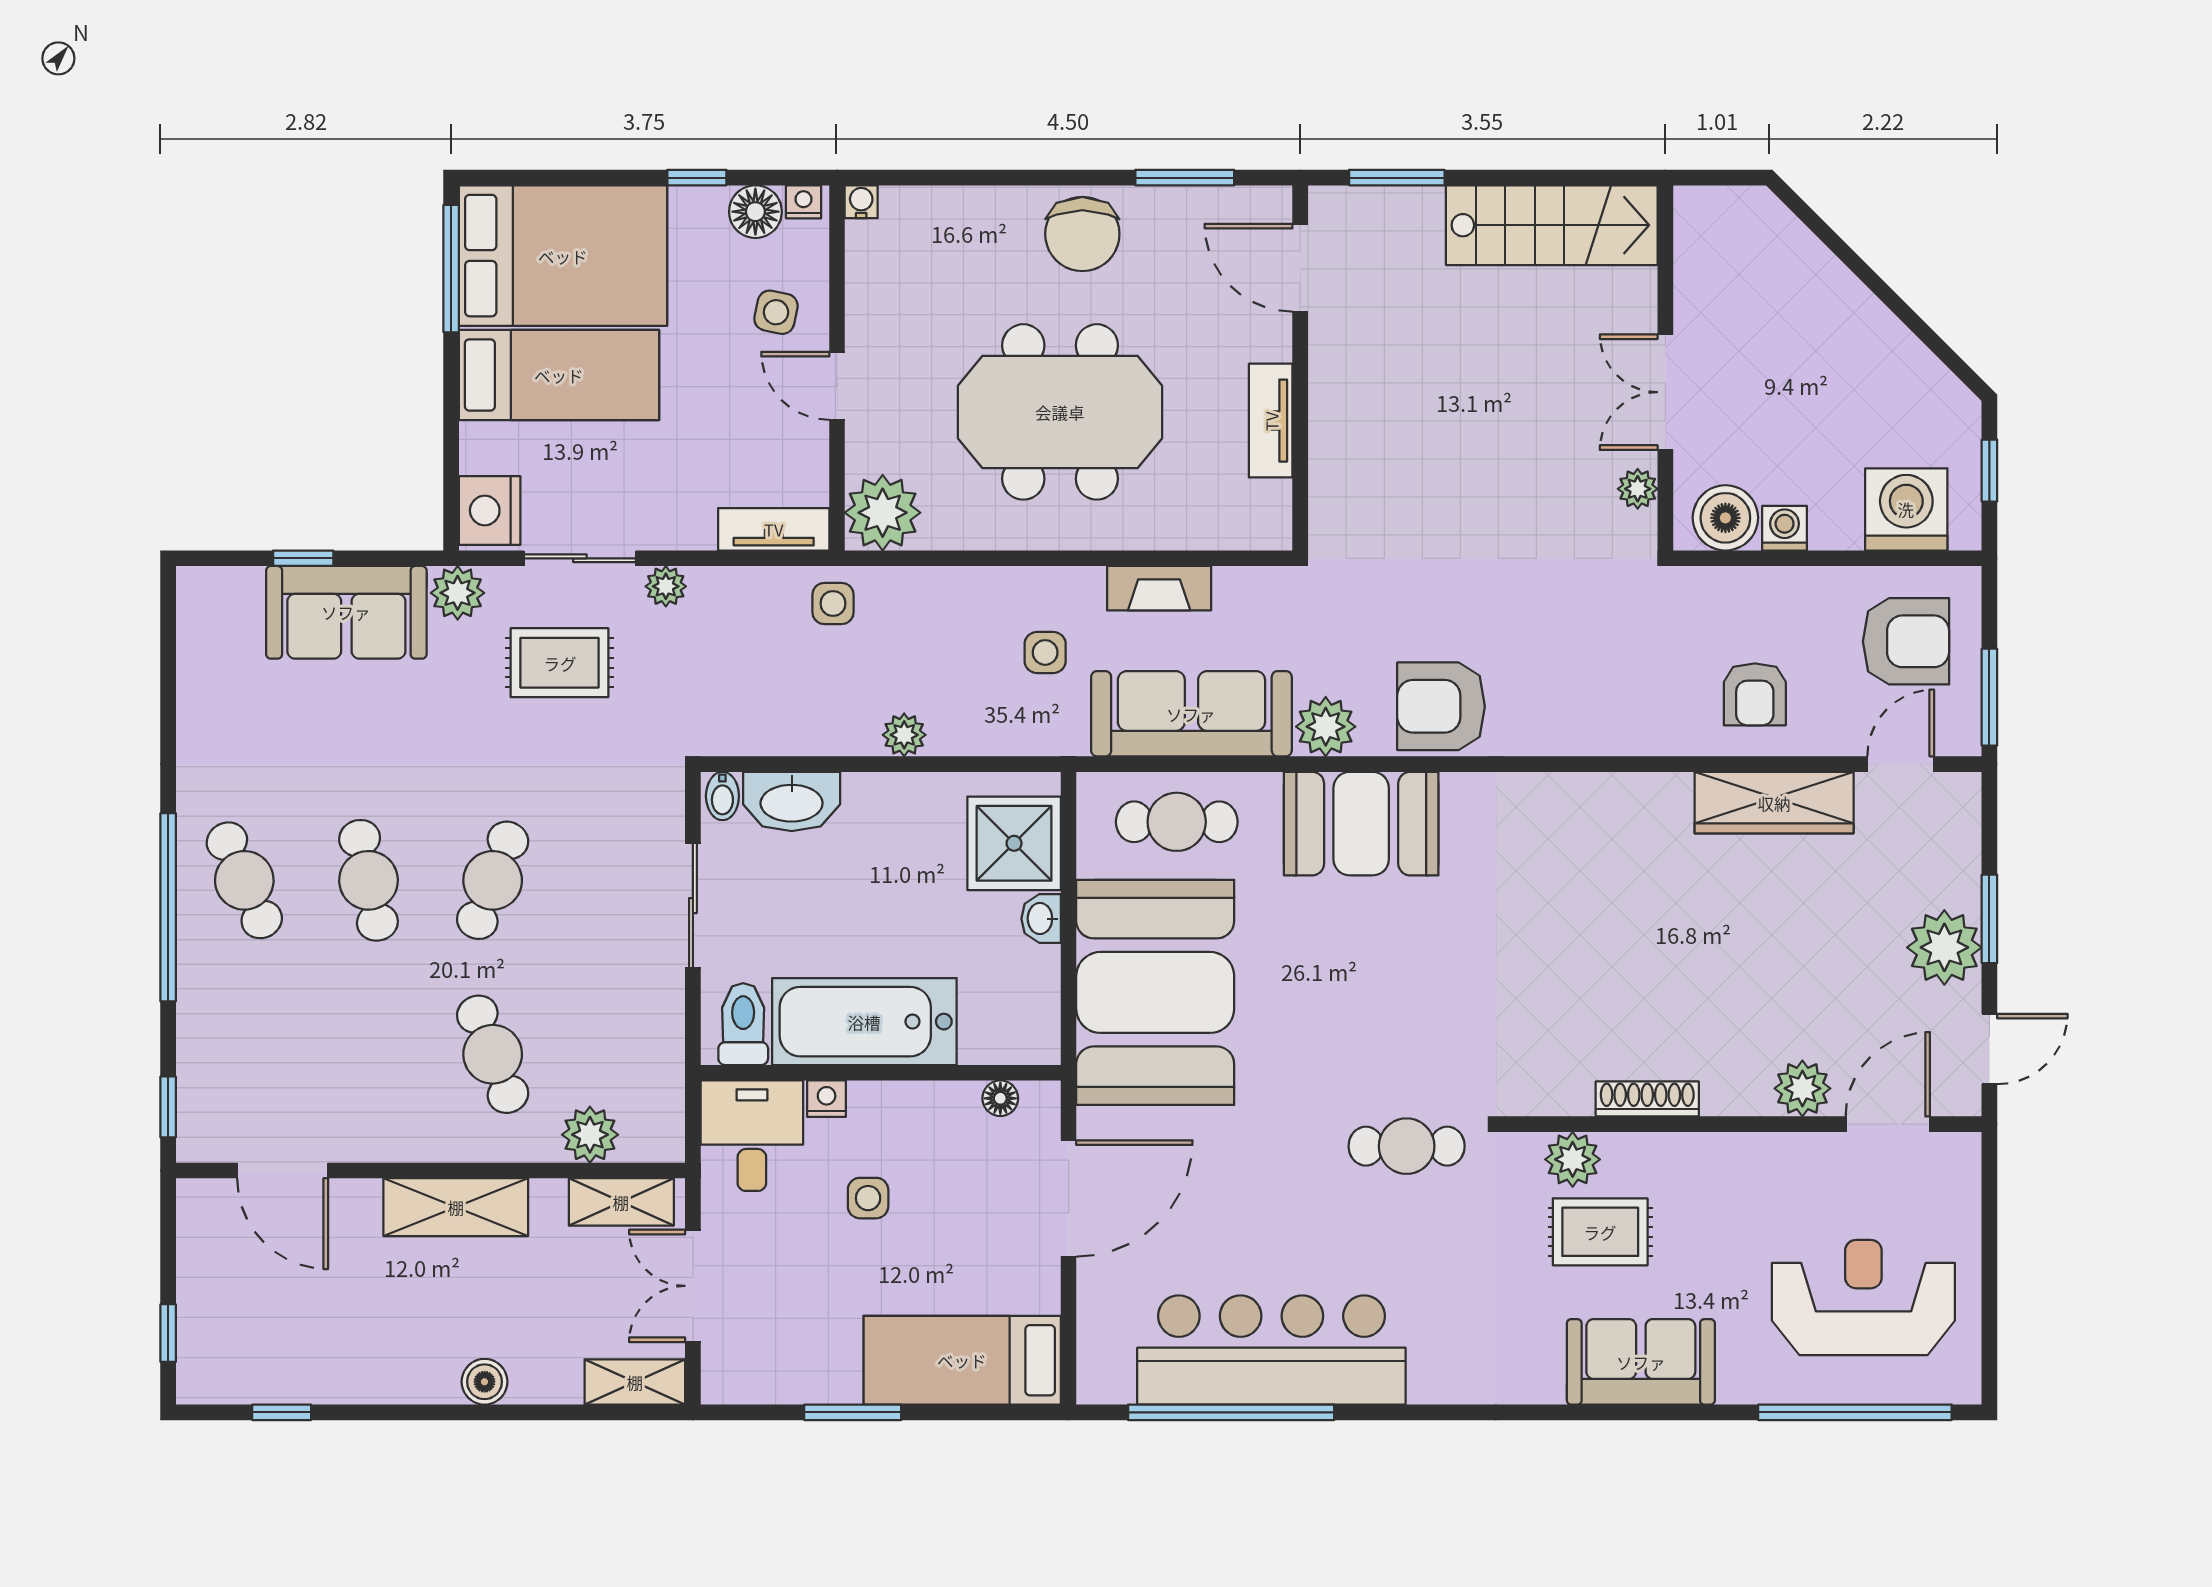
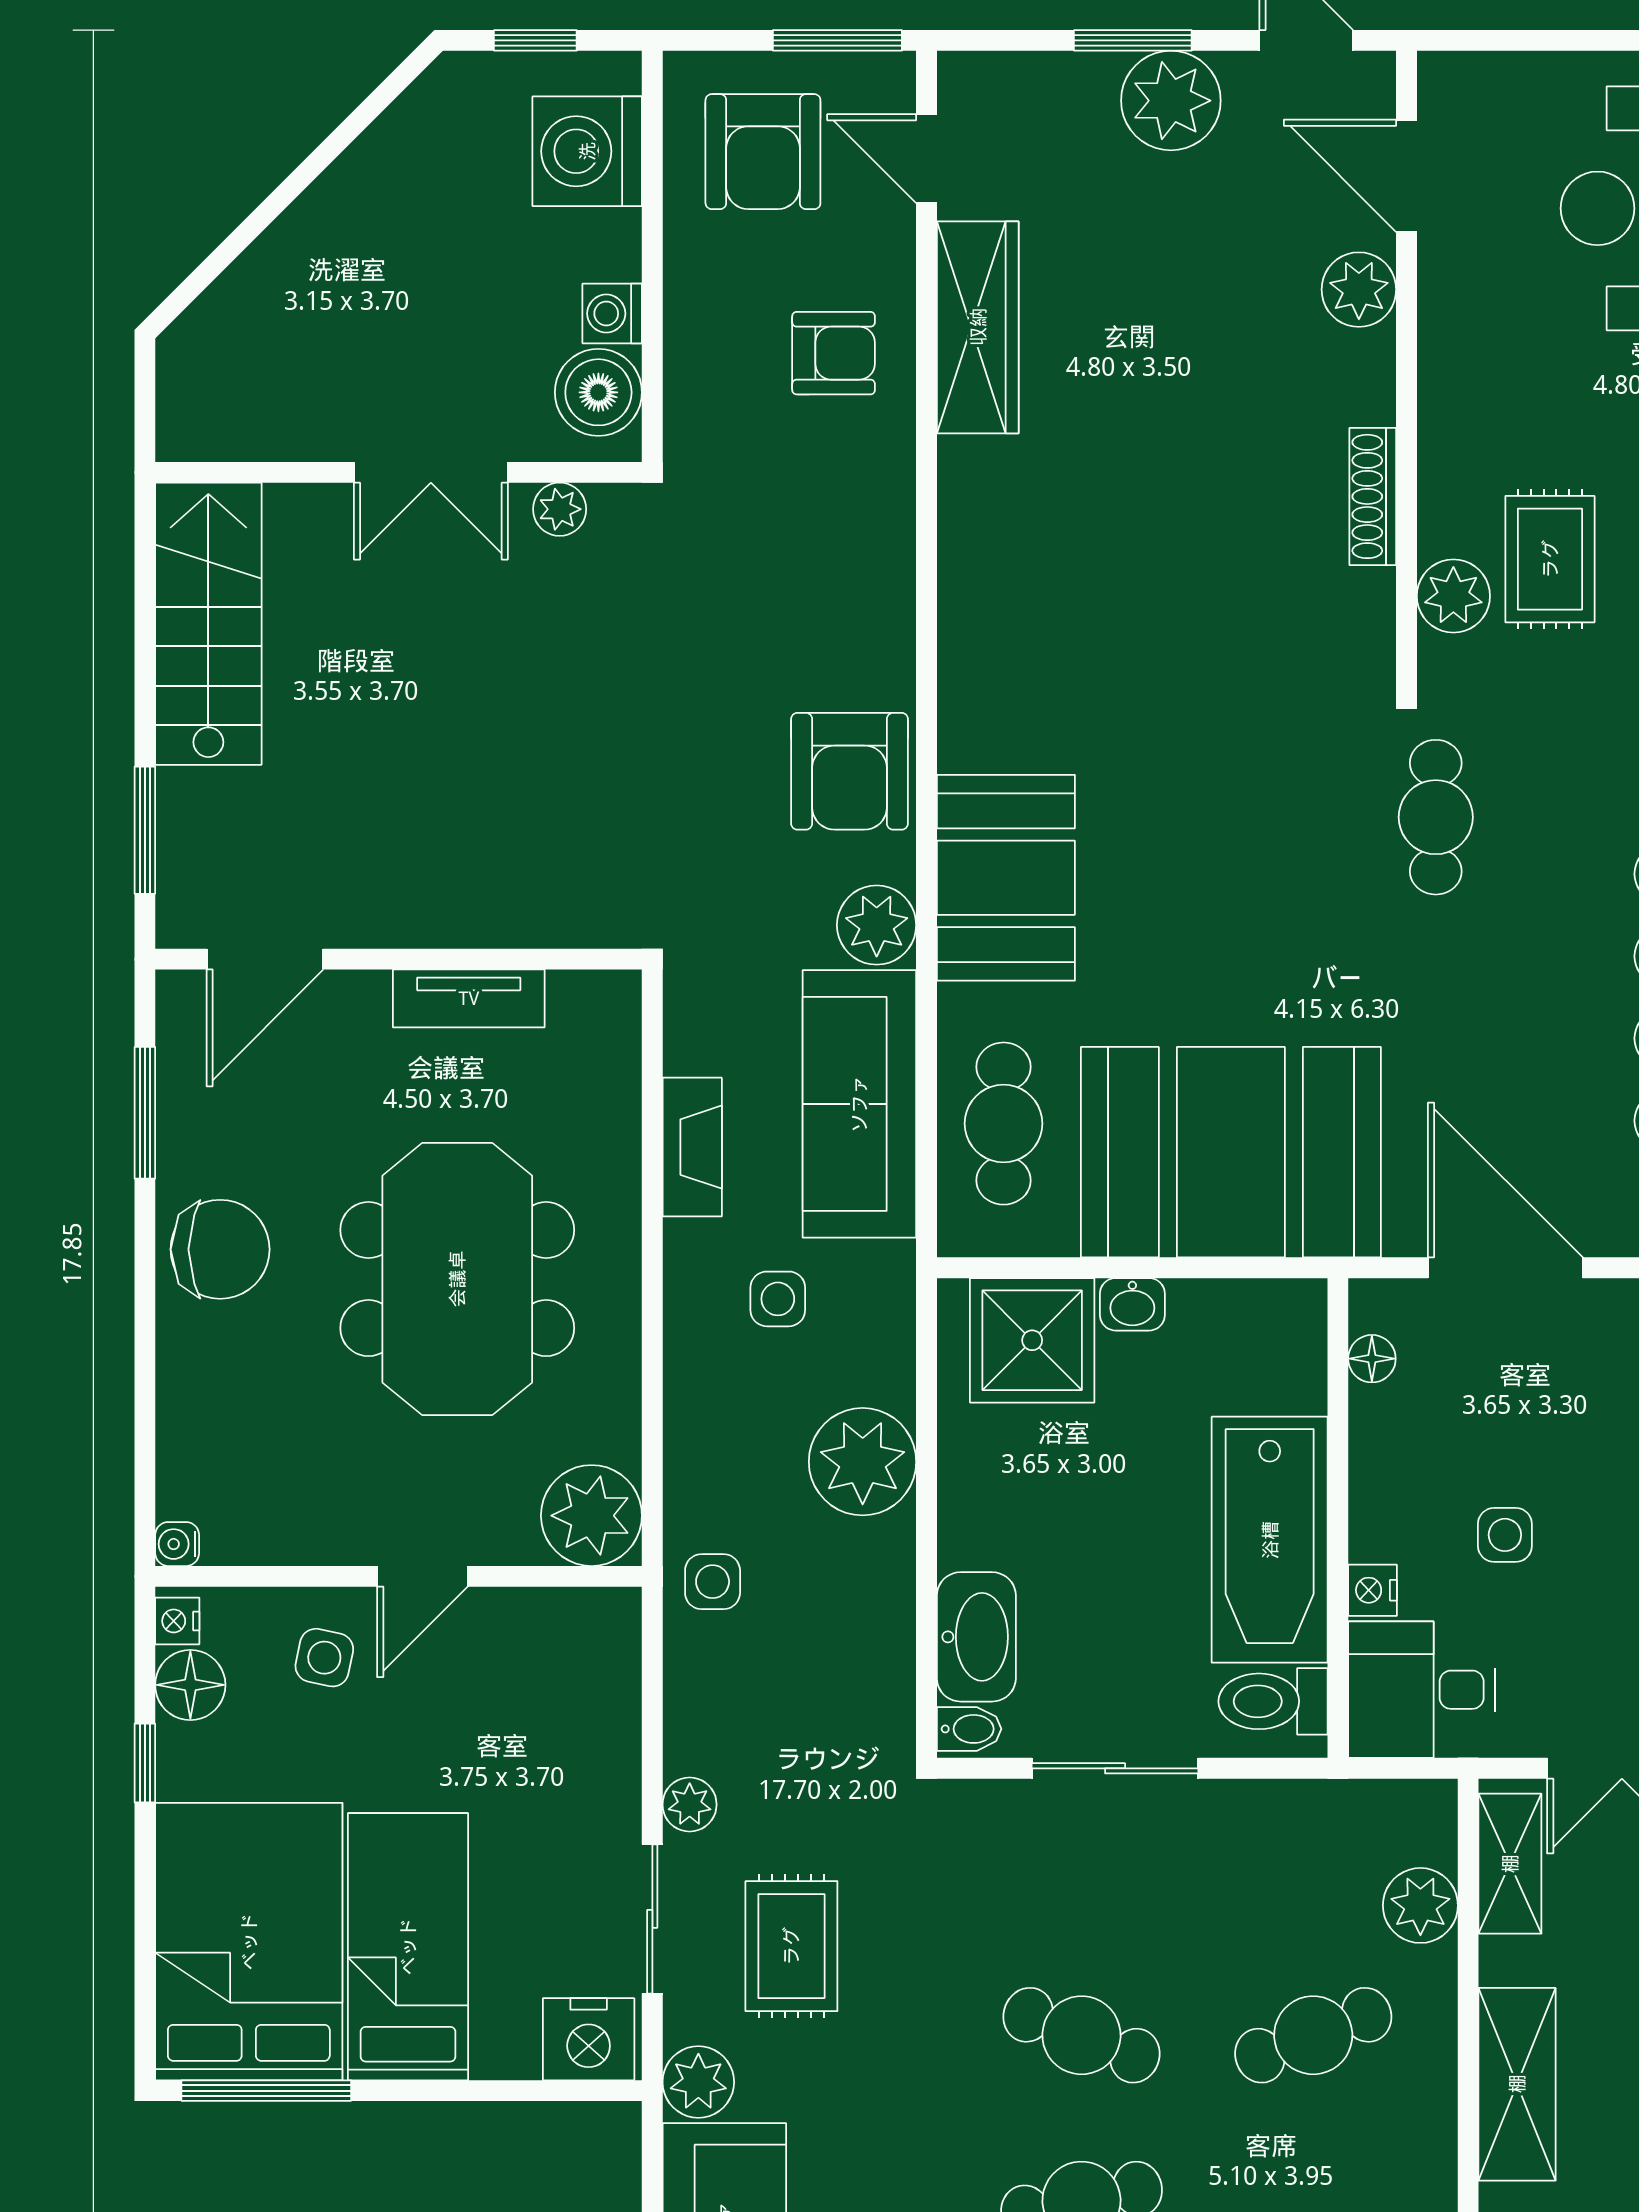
tv unit: (774, 529) -> (614, 1661), removed
armchair: (1906, 641) -> (763, 152), turned 180
plant: (904, 735) -> (863, 1462), width x1.88, depth x1.88

